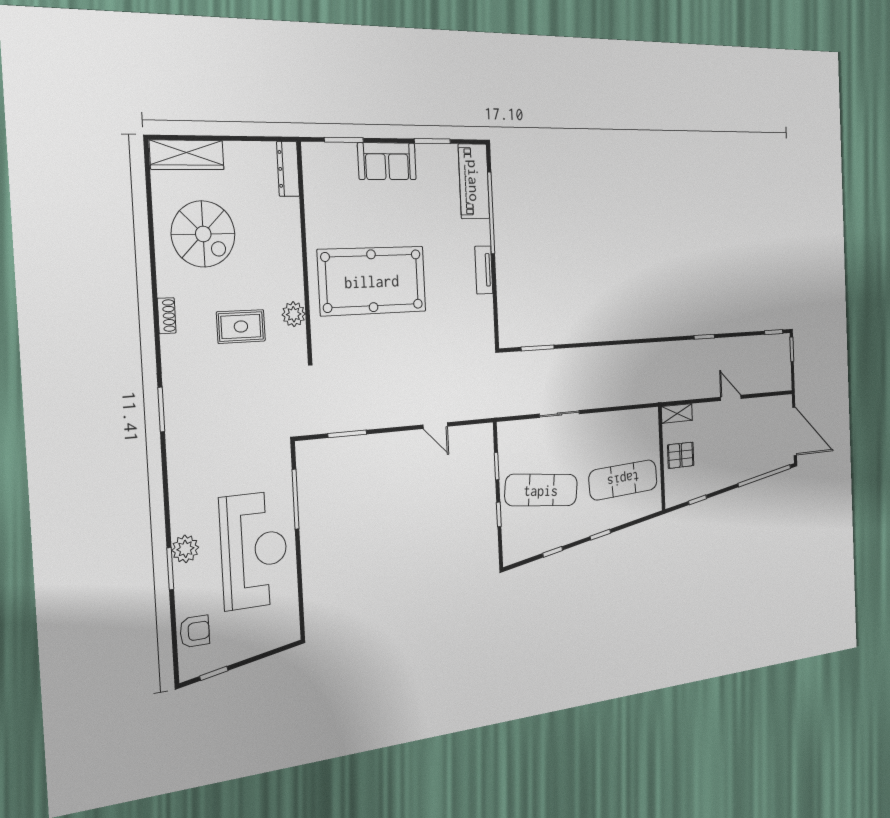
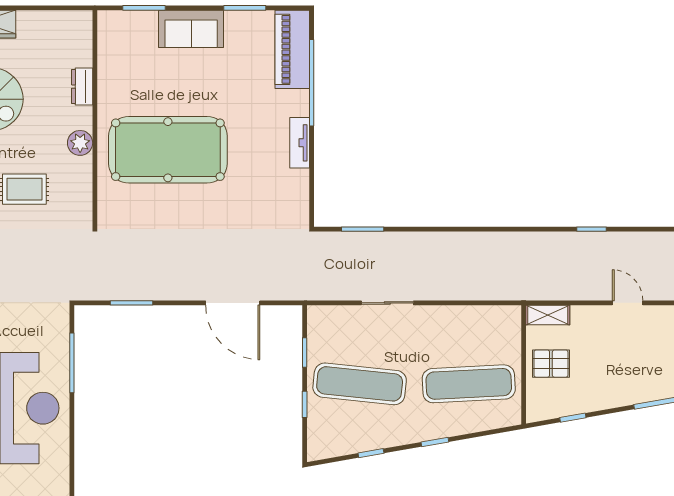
dresser: (288, 169) -> (82, 87), moved, width x0.70
plant: (294, 314) -> (80, 143), moved
door: (435, 426) -> (233, 303), width x1.87

